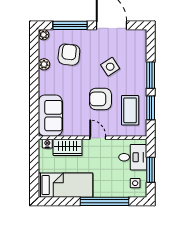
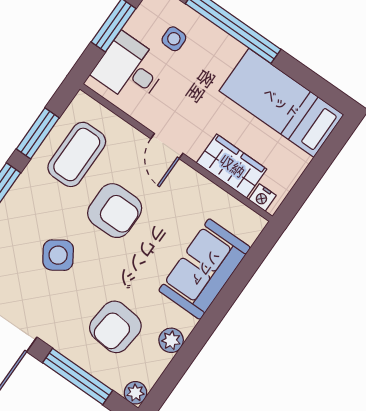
sofa: (50, 116) -> (205, 269), moved
side table: (135, 183) -> (174, 39), moved

